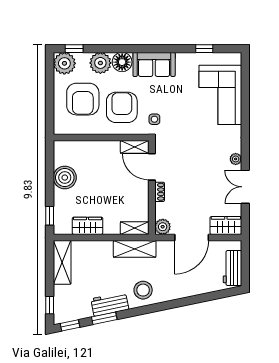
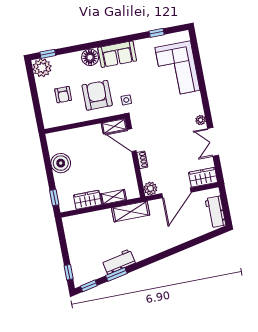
plant: (100, 63) -> (72, 62), removed
armchair: (83, 99) -> (63, 95), width x0.53, depth x0.53
shelving: (135, 228) -> (113, 197), moved
shelving: (62, 262) -> (72, 235), removed
stool: (143, 290) -> (144, 245), removed

